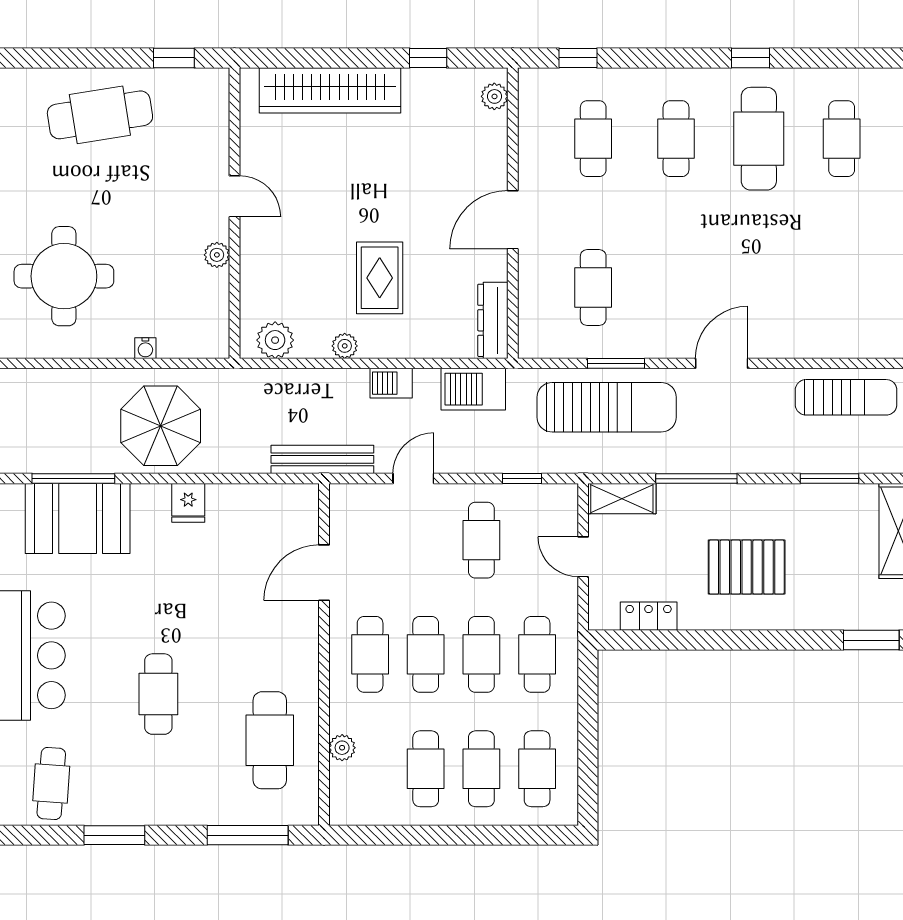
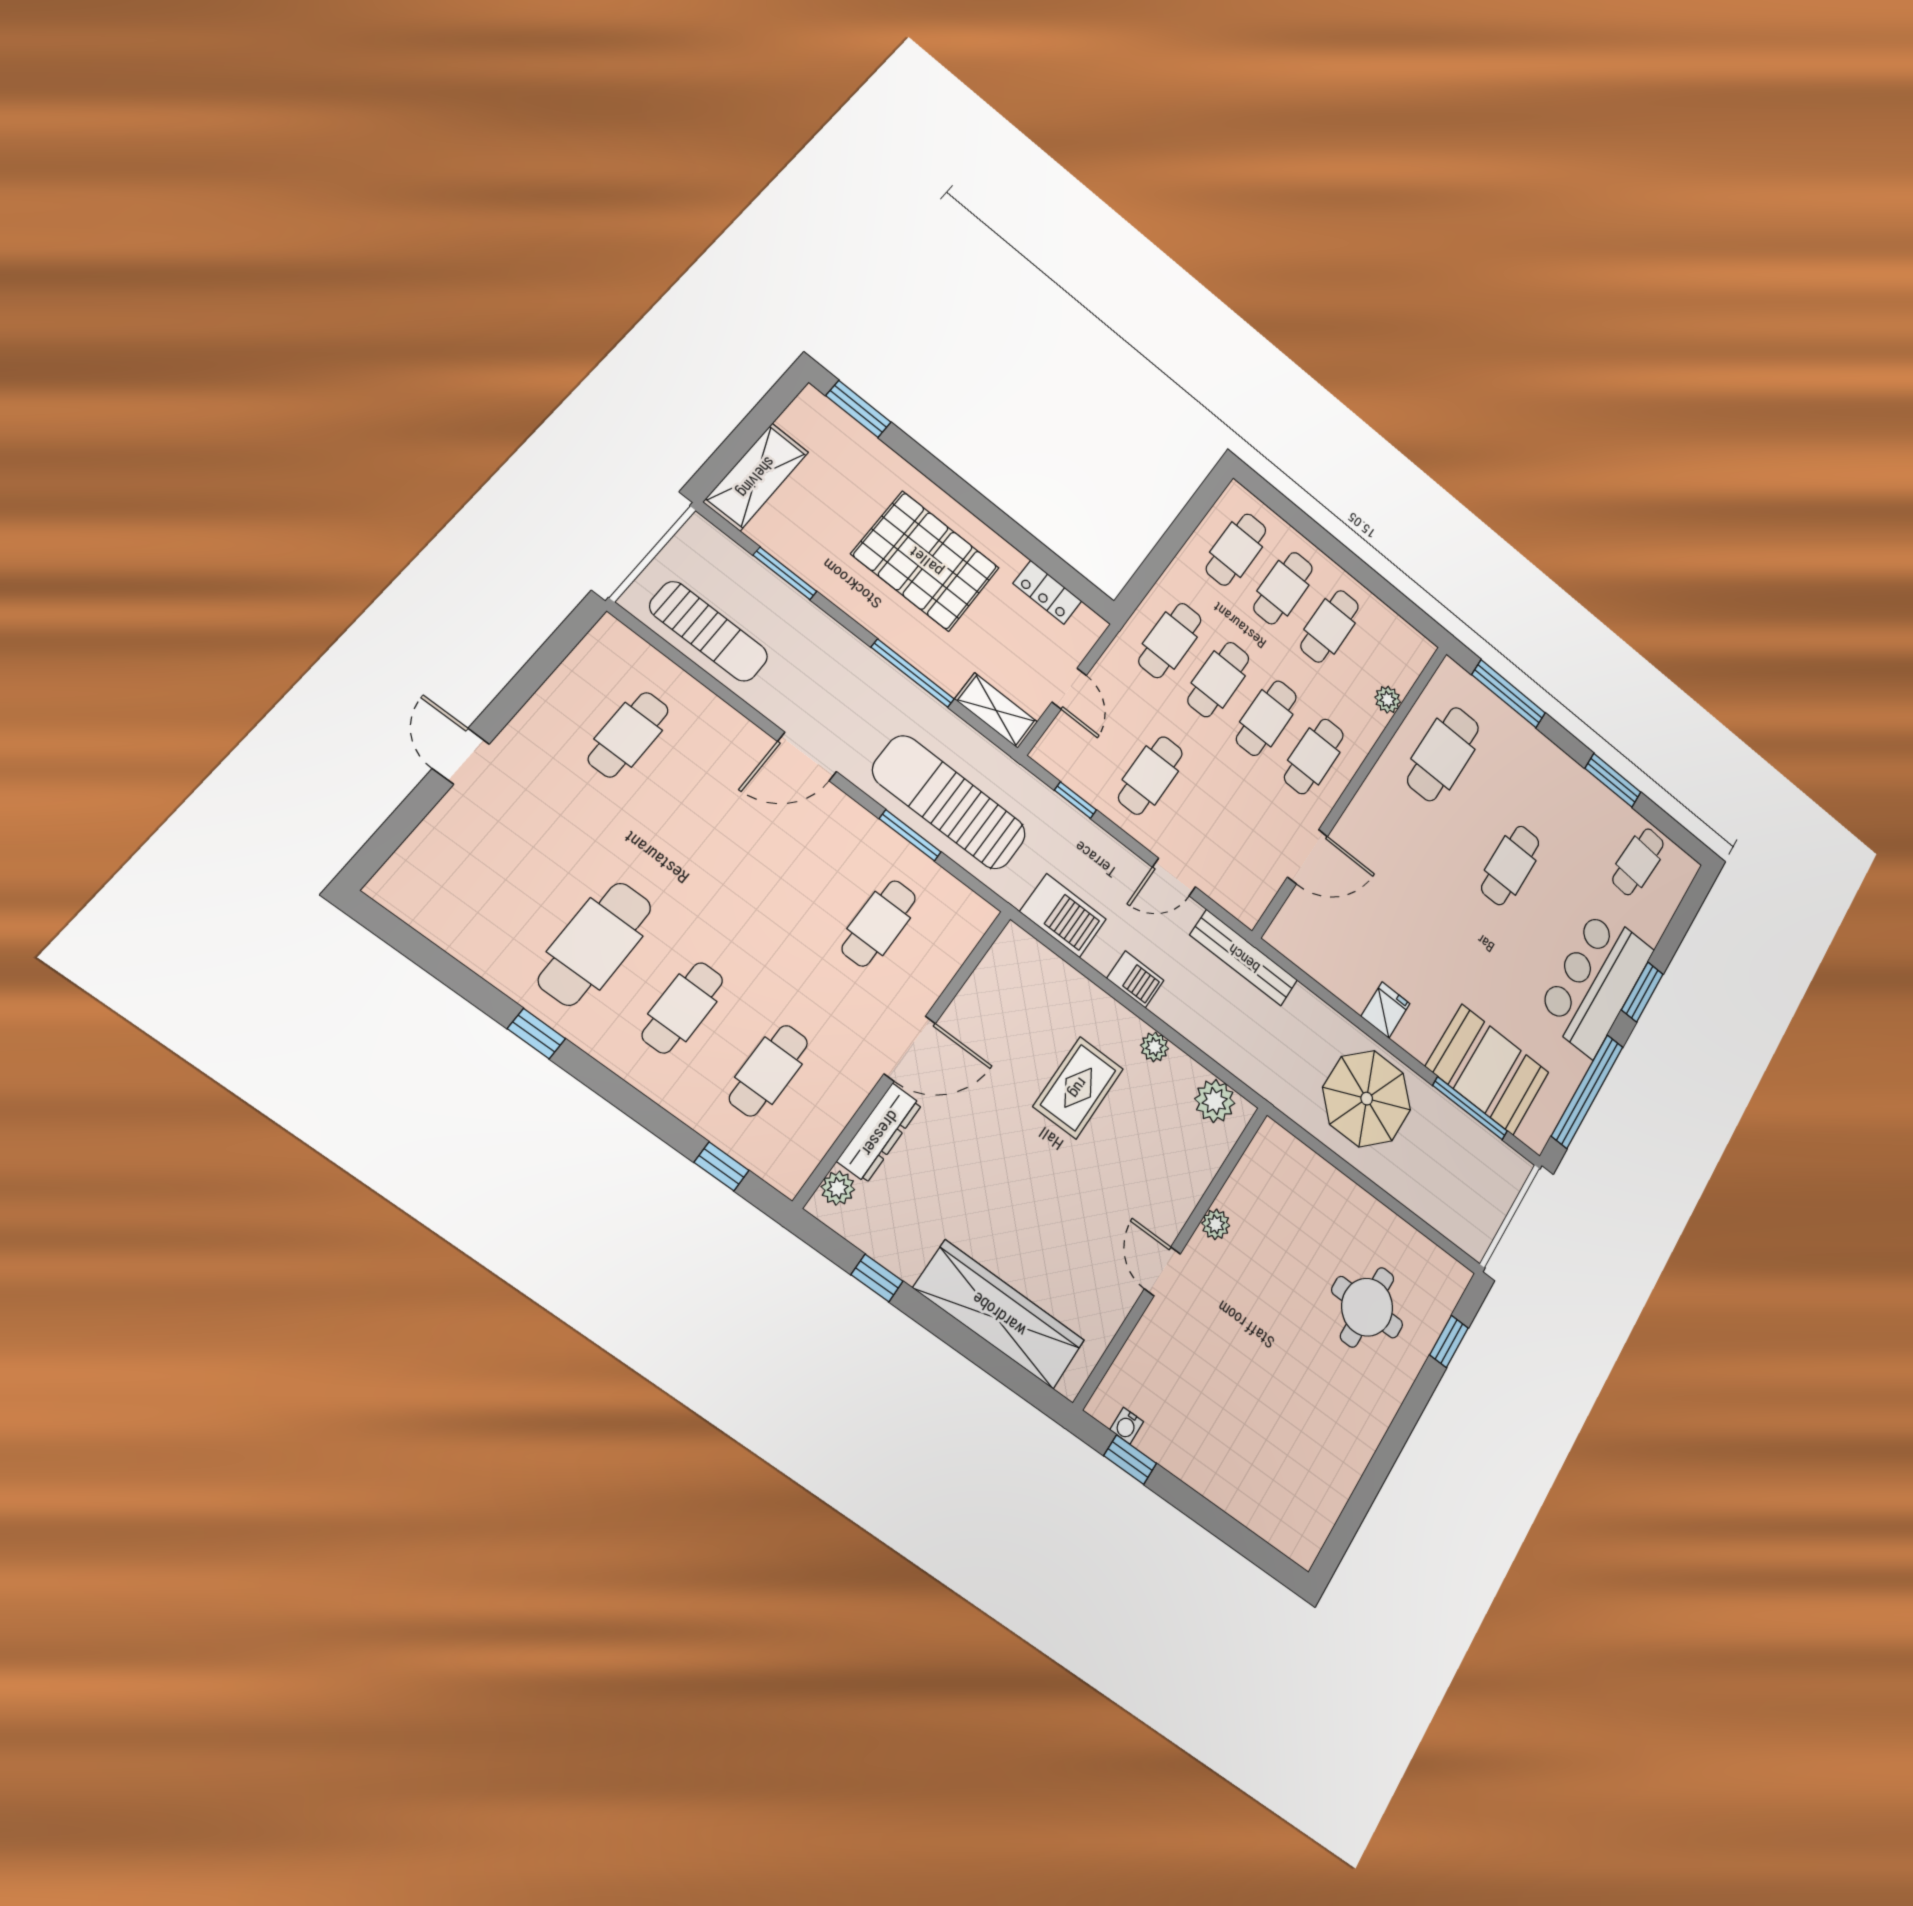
cafe table: (100, 115) -> (1238, 1449), removed
cafe table: (842, 139) -> (628, 735), moved
round table: (64, 276) -> (1367, 1307), width x0.73, depth x0.73
dresser: (493, 320) -> (880, 1133), moved
water cooler: (145, 348) -> (1127, 1426), moved, turned 180
sun lounger: (846, 397) -> (709, 631), turned 180
pallet: (747, 567) -> (926, 561), width x1.37, depth x1.41

